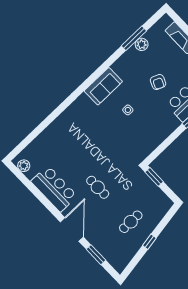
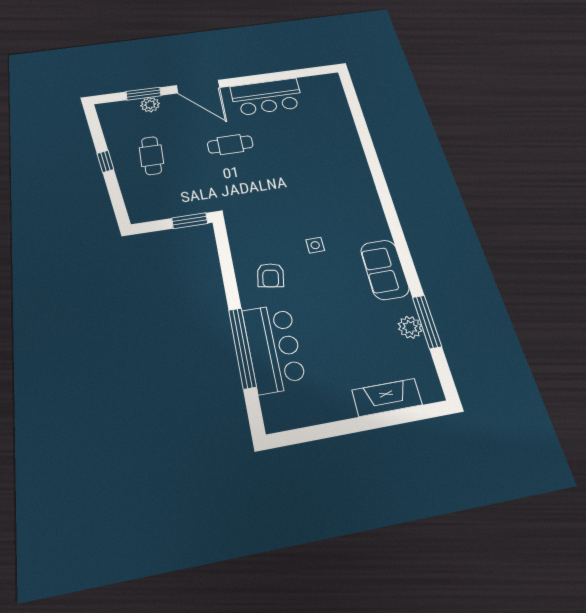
armchair: (158, 82) -> (271, 275), moved, turned -104
sofa: (103, 86) -> (385, 269), moved
plant: (24, 166) -> (150, 105), moved

